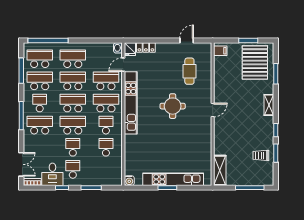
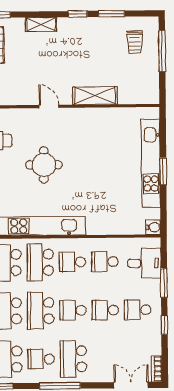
school desk: (73, 125) -> (73, 310), width x0.54
trolley: (261, 155) -> (135, 42), moved
shelving: (220, 170) -> (95, 96), moved
desk: (52, 174) -> (144, 263), moved

